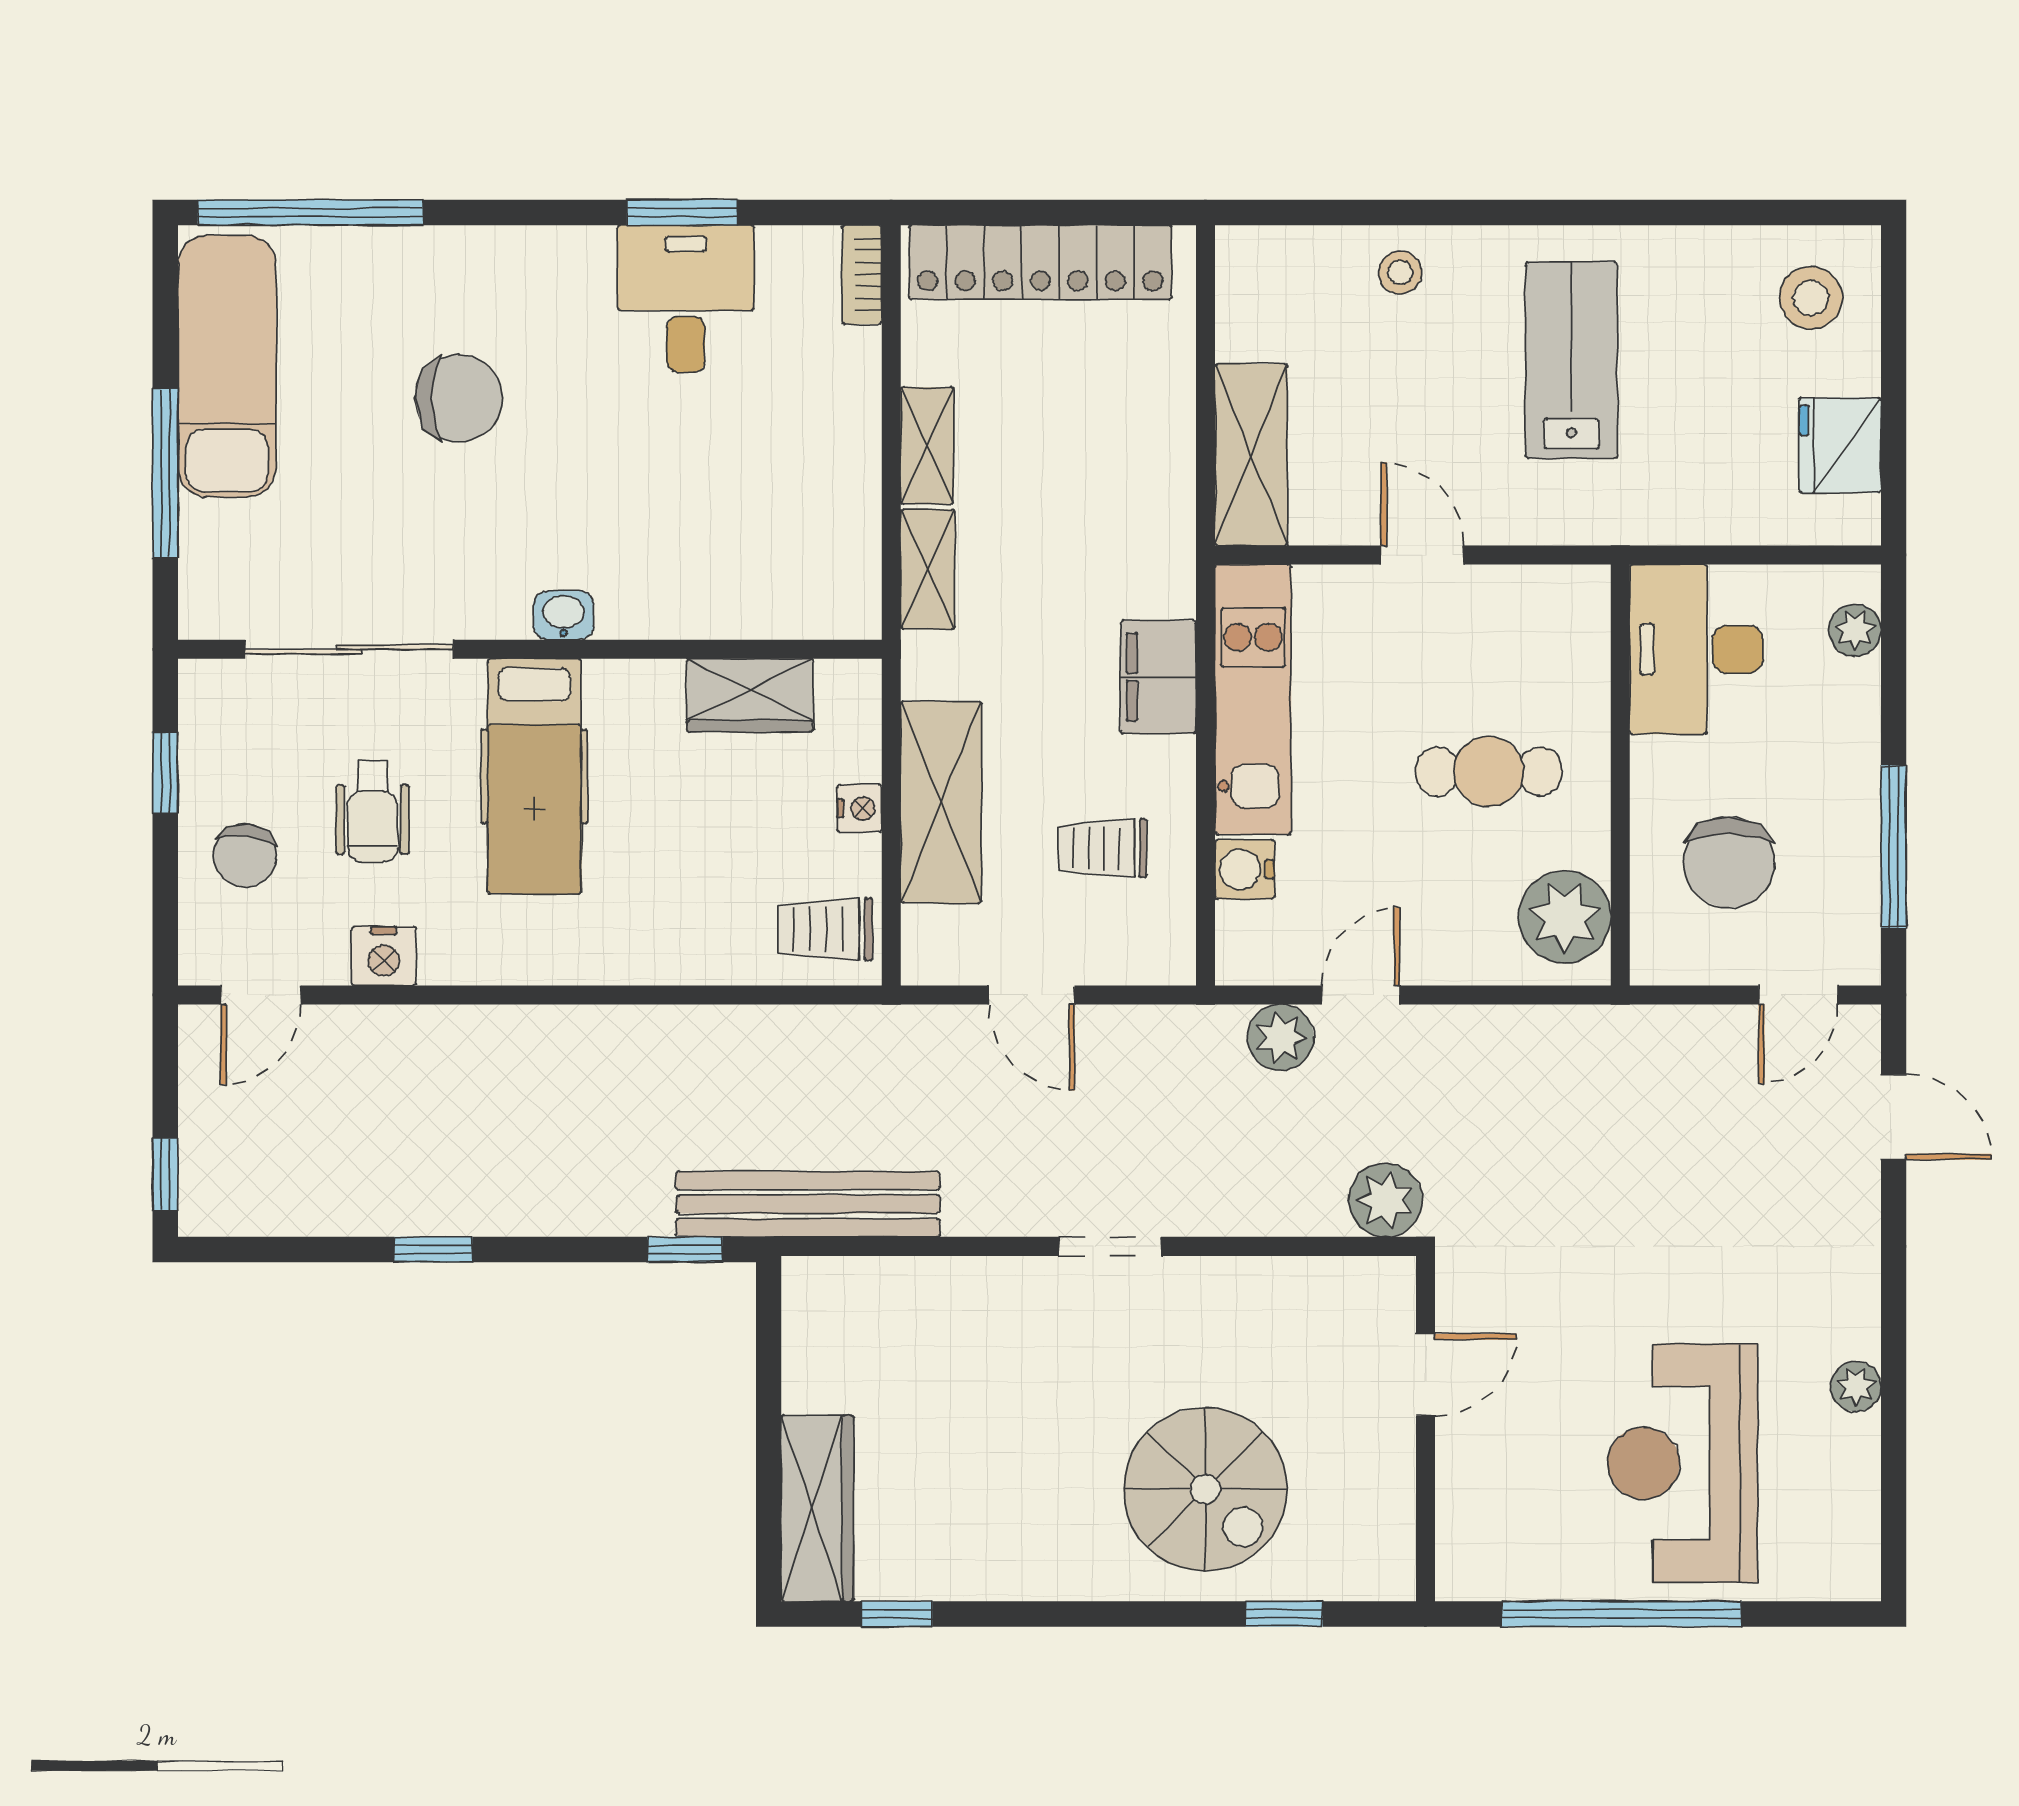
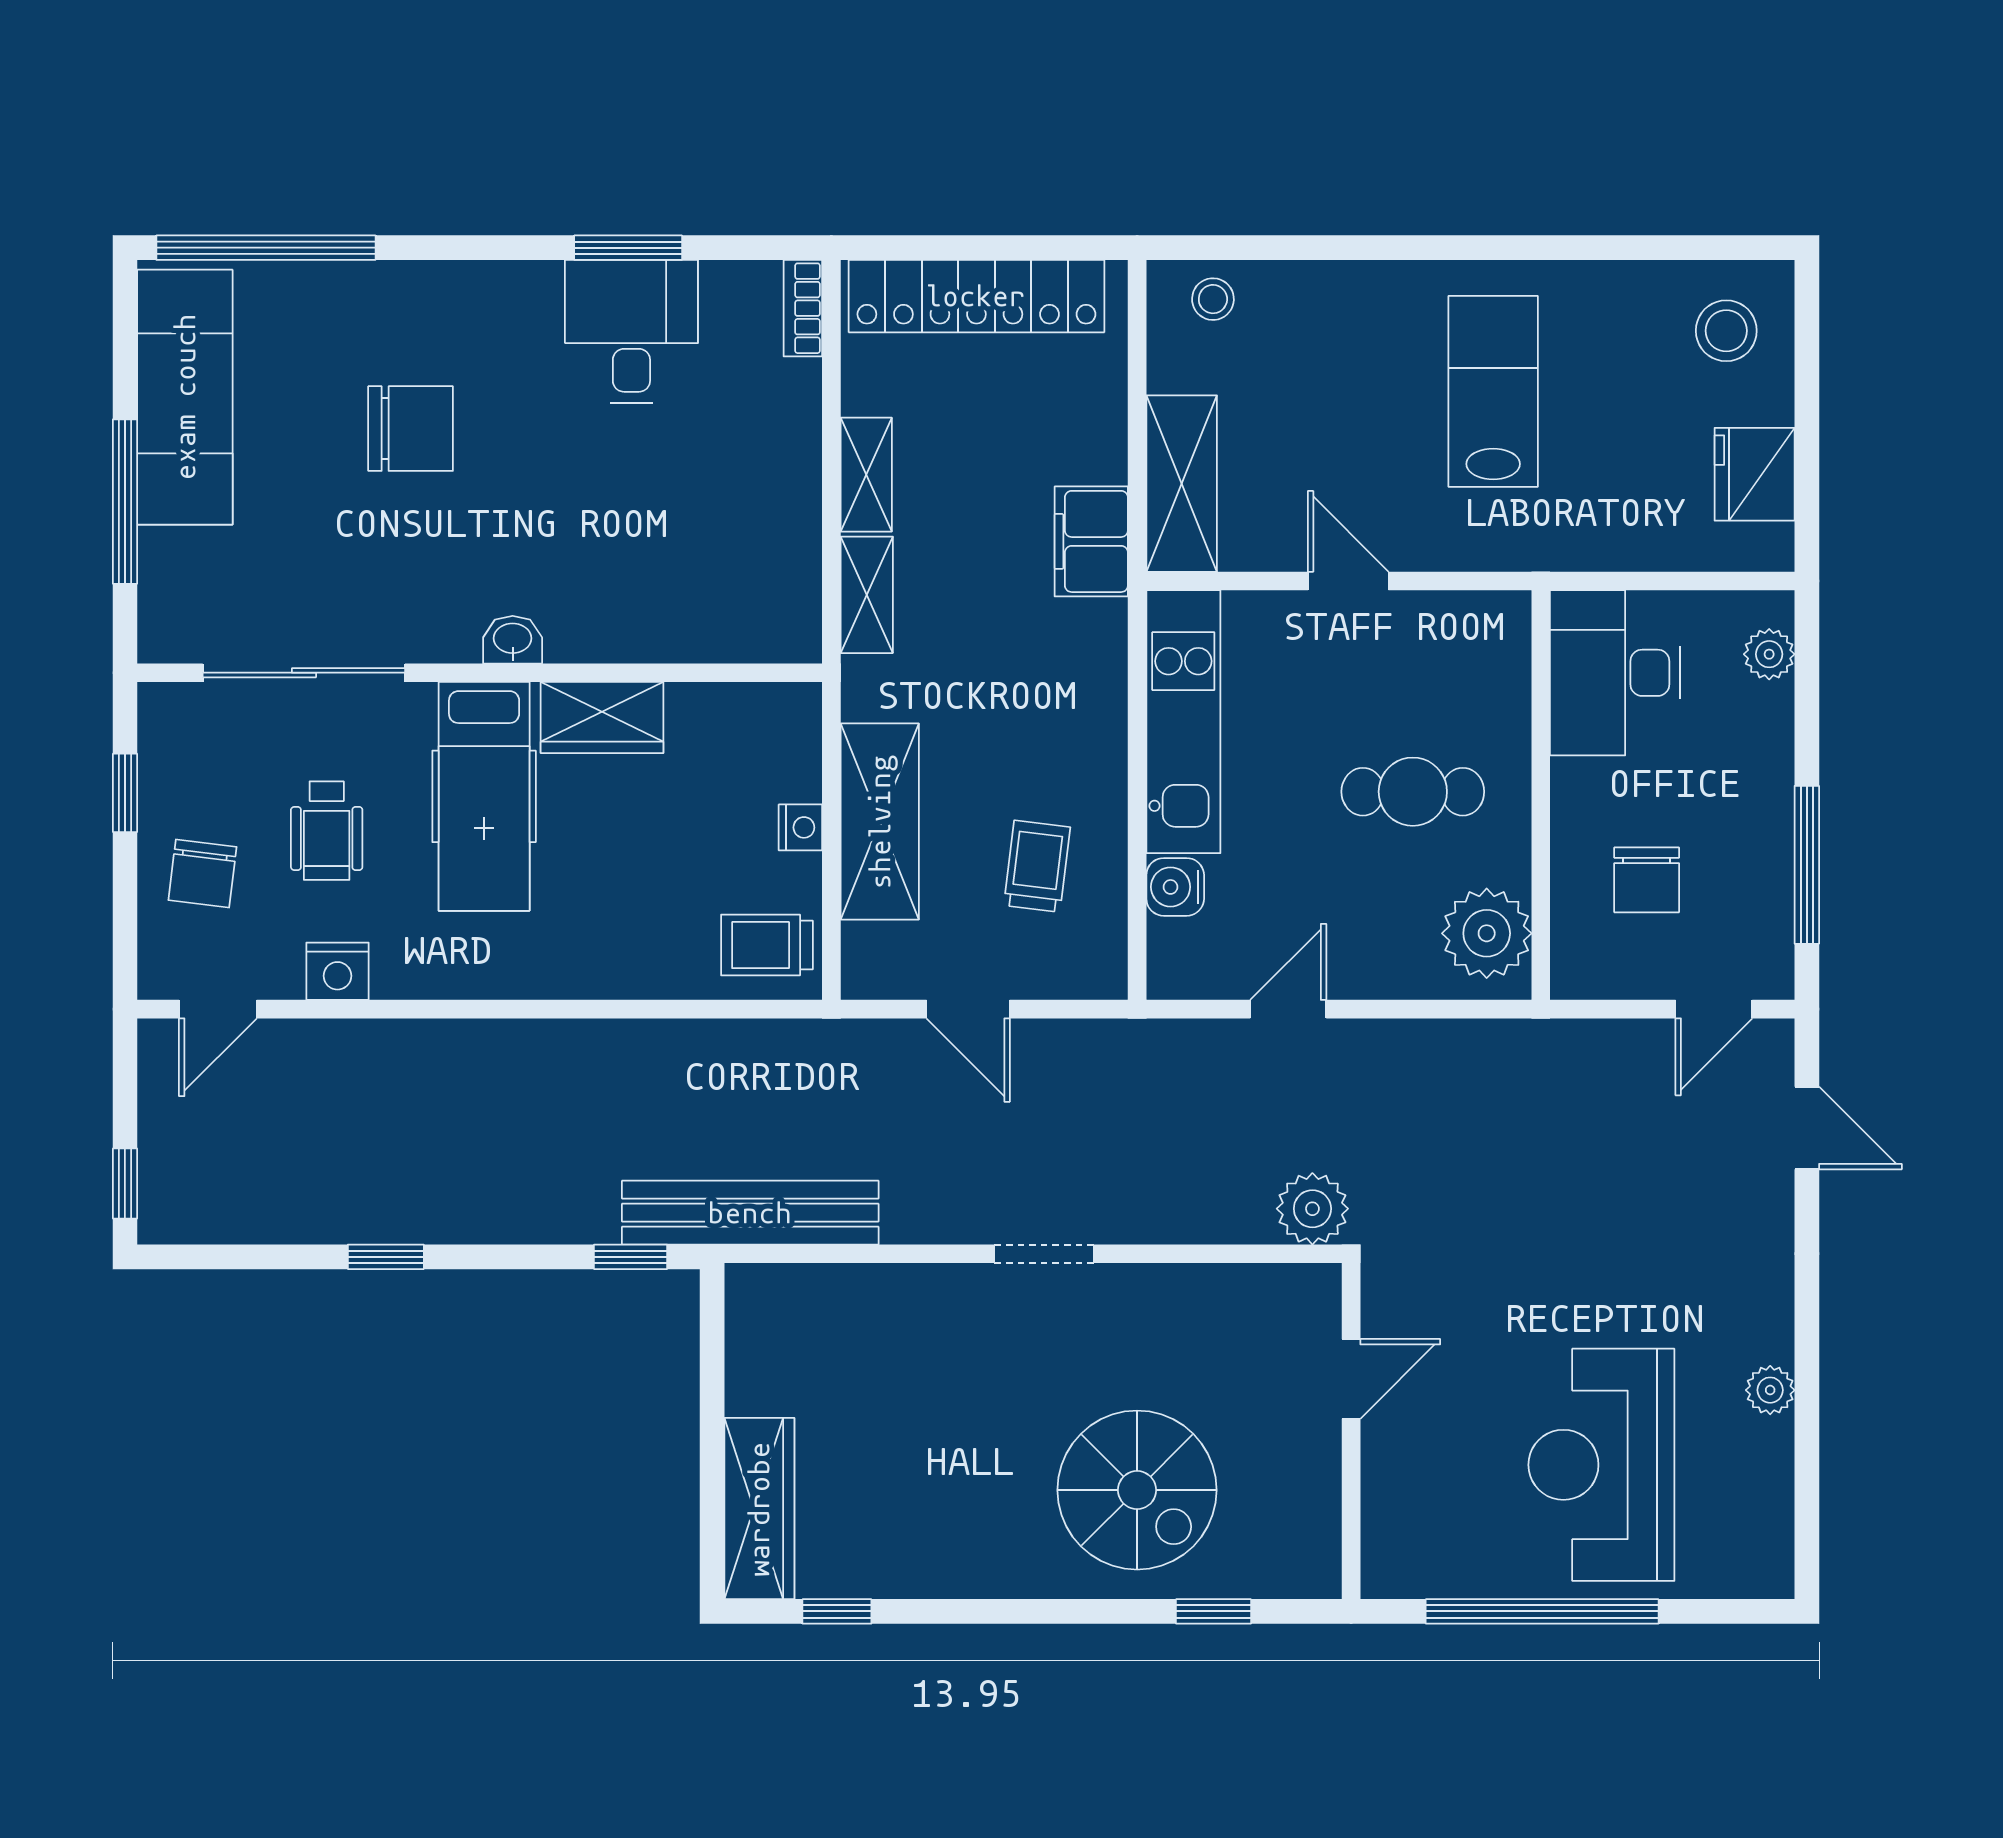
stool: (1400, 273) -> (1213, 299), moved
filing cabinet: (1158, 677) -> (1091, 541), moved
wardrobe: (750, 695) -> (602, 718), moved
trolley: (1103, 848) -> (1037, 866), turned 97
chair: (1729, 862) -> (1647, 880), width x0.73, depth x0.73
plant: (1281, 1037) -> (1210, 1050), removed

